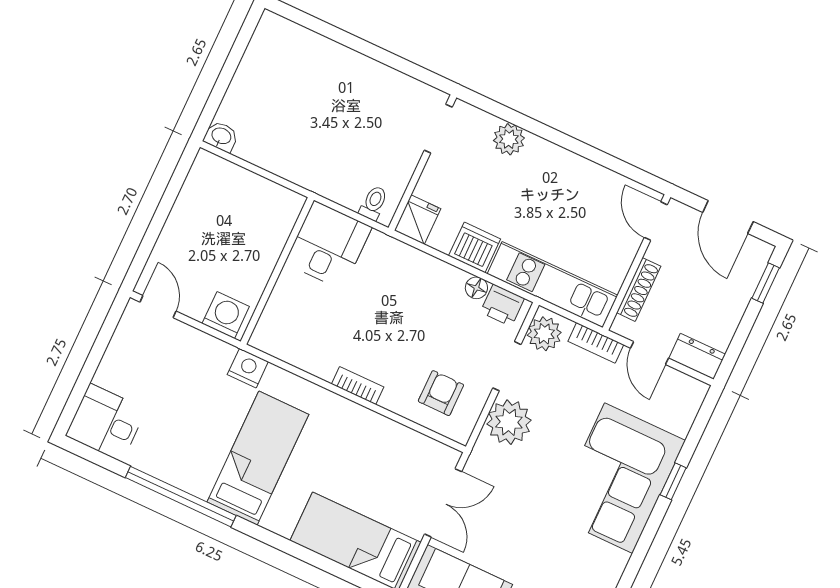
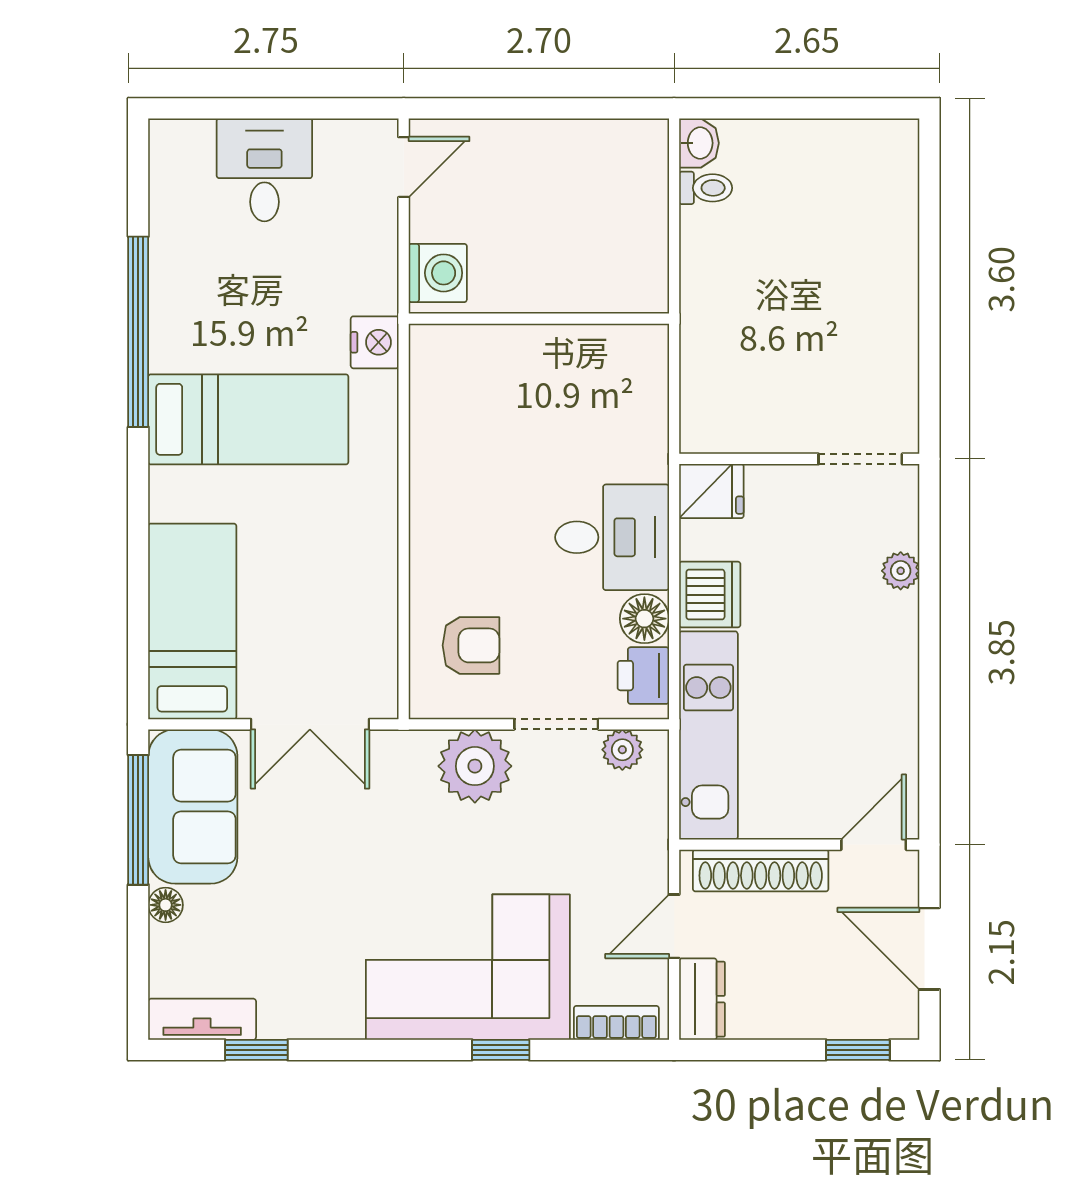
plant: (509, 139) -> (901, 571), width x0.73, depth x0.73
toilet: (374, 203) -> (706, 188), moved
door: (728, 217) -> (929, 949), hinge flipped
desk: (328, 245) -> (612, 537), moved
floor lamp: (476, 288) -> (644, 619), width x1.37, depth x1.37
shoe rack: (639, 289) -> (761, 870), width x1.36, depth x1.24
plant: (544, 334) -> (622, 750), width x0.73, depth x0.73
bookcase: (596, 343) -> (616, 1023), moved, turned 90
bookcase: (358, 386) -> (425, 517), removed
desk: (106, 423) -> (264, 170), moved

